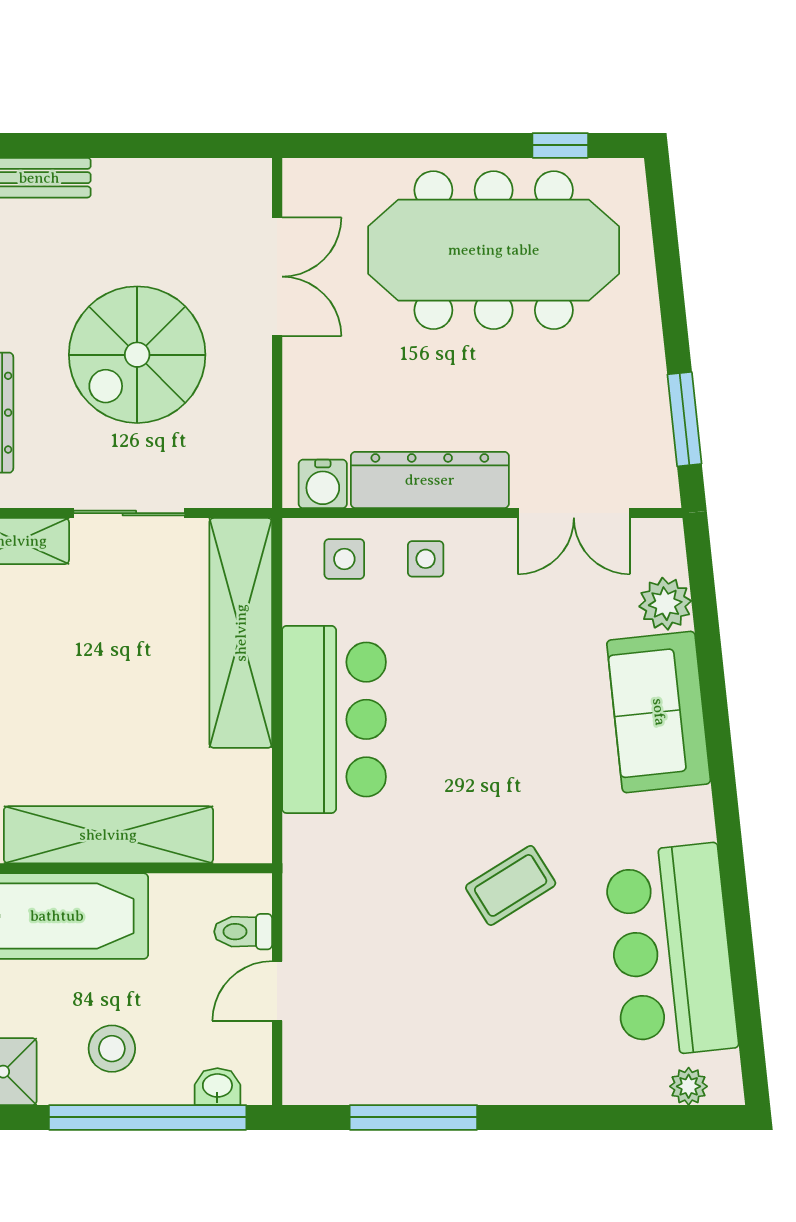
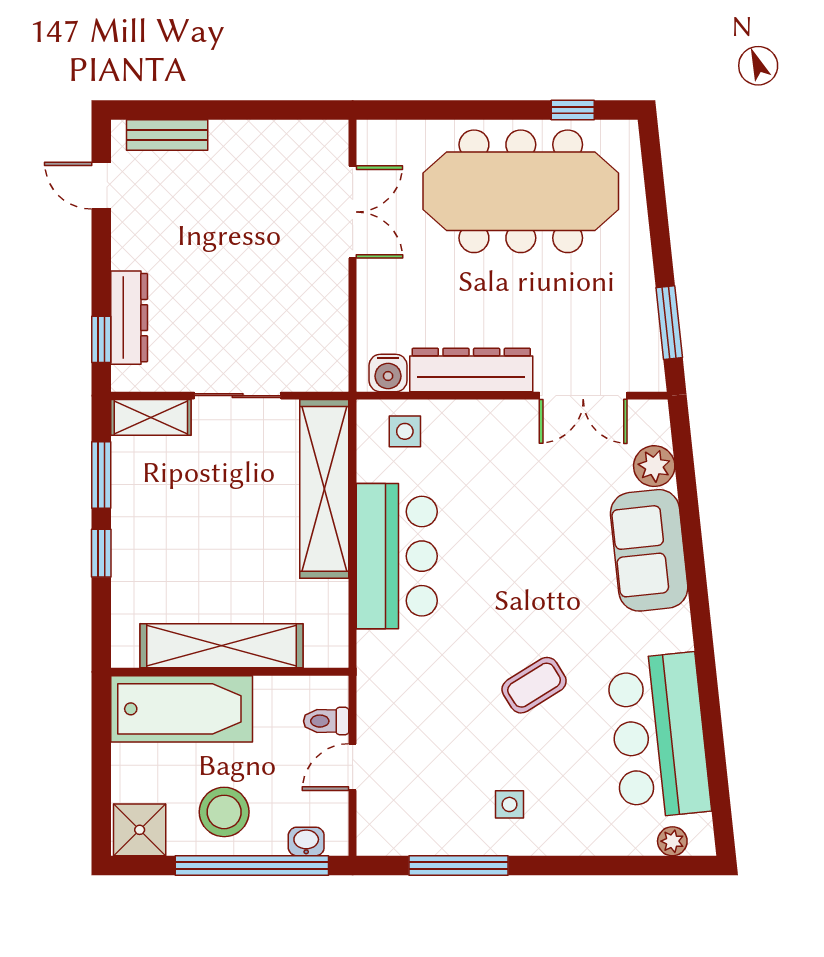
spiral stairs: (137, 355) -> (244, 273), removed
side table: (426, 559) -> (509, 804), moved
stool: (112, 1049) -> (224, 812), width x1.38, depth x1.38

